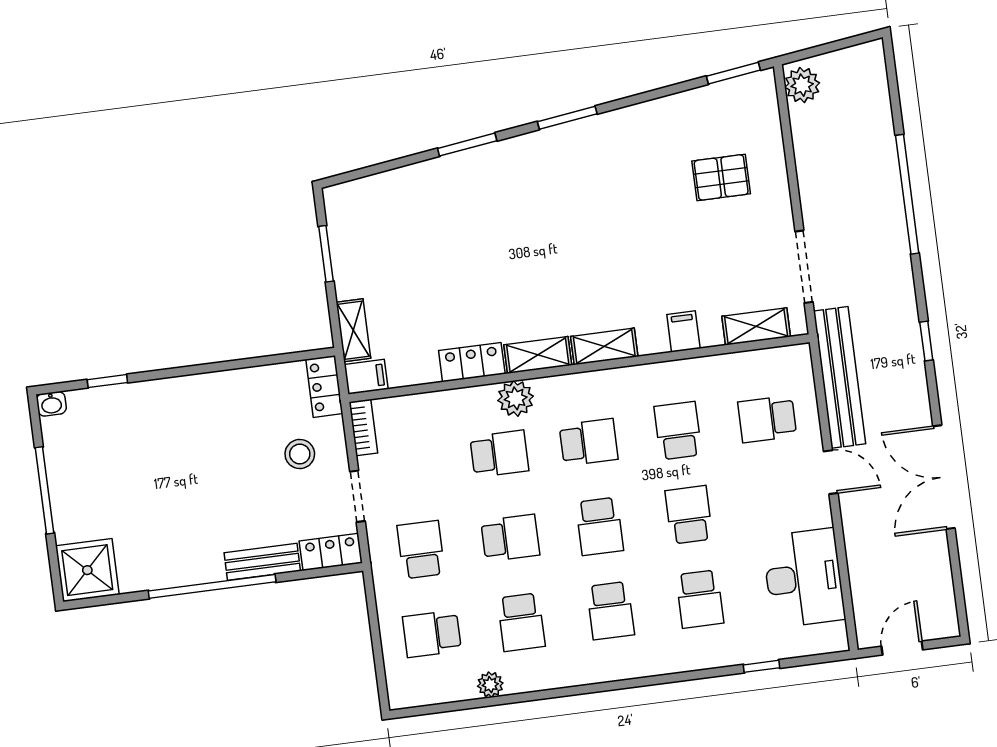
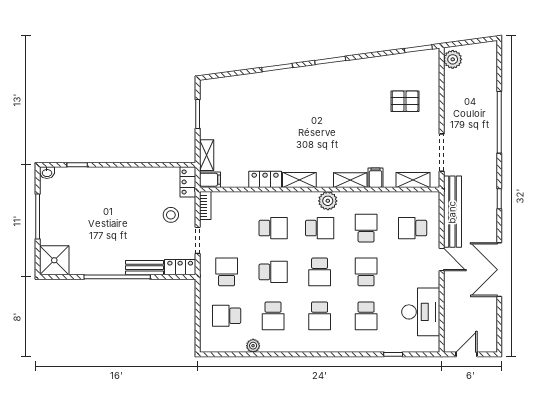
shelving: (604, 346) -> (350, 180), moved
plant: (516, 398) -> (328, 201), moved

